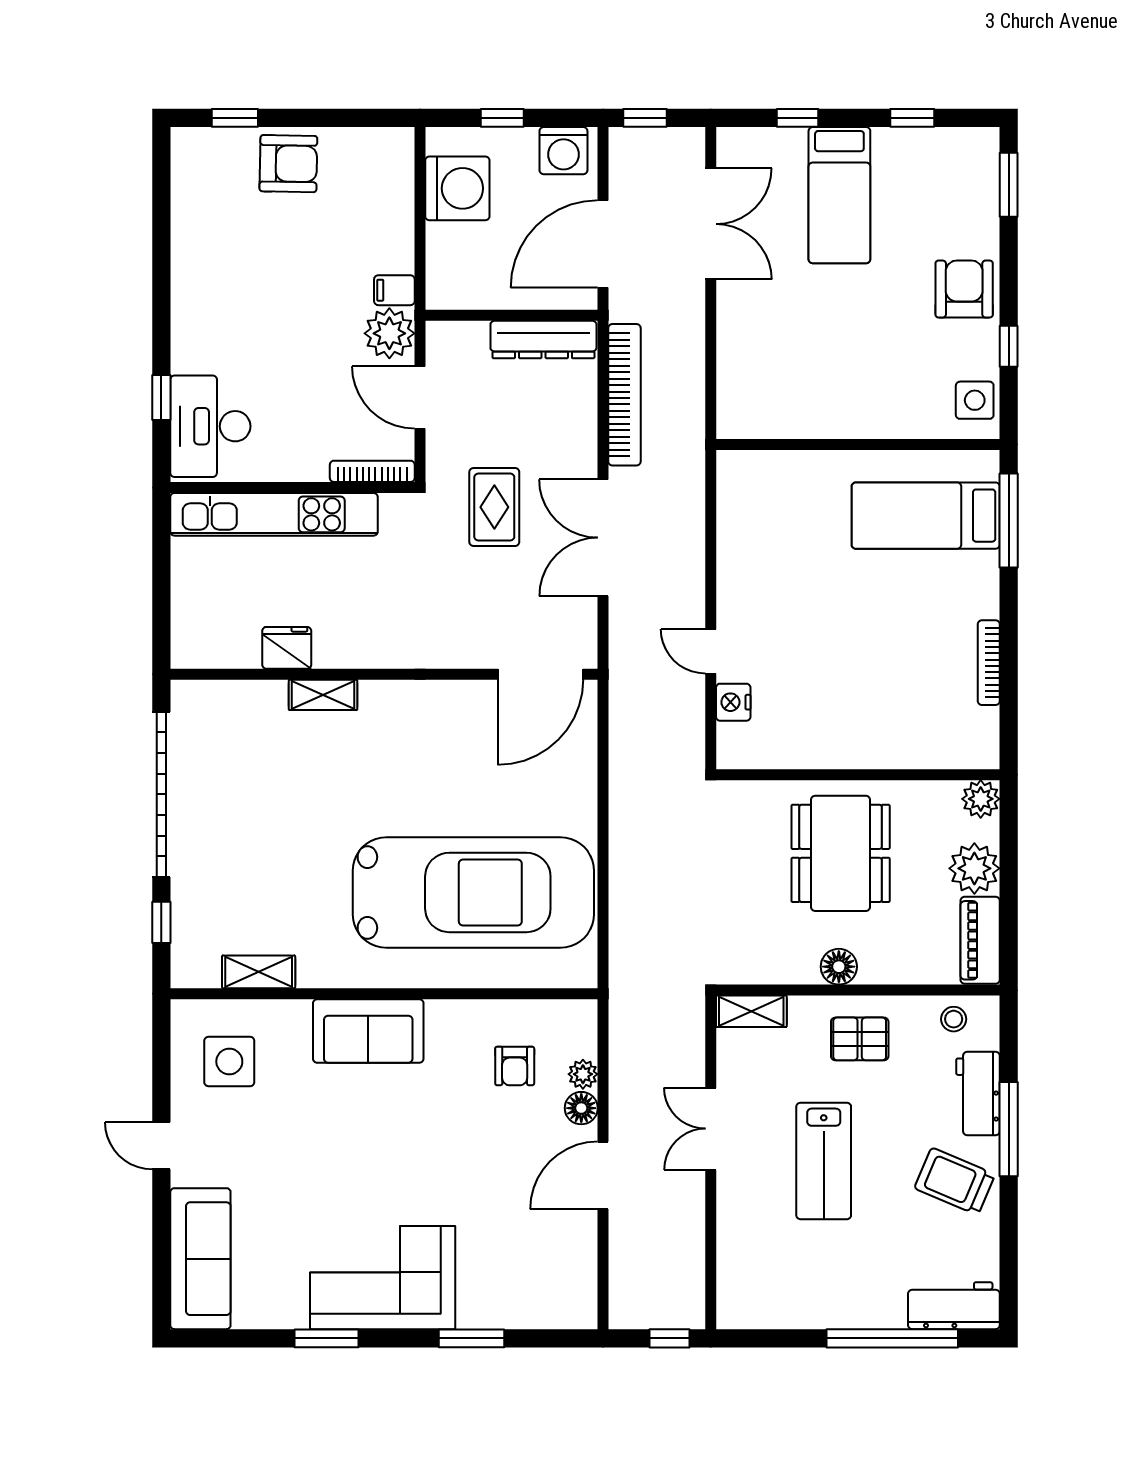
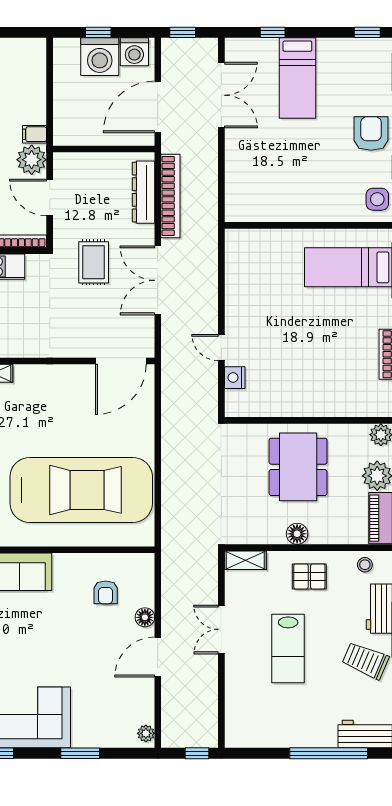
window: (912, 118) -> (367, 32), moved
washing machine: (457, 188) -> (100, 57), moved, turned 90
dresser: (543, 340) -> (143, 192), moved, turned 90
plant: (583, 1074) -> (146, 733), moved

